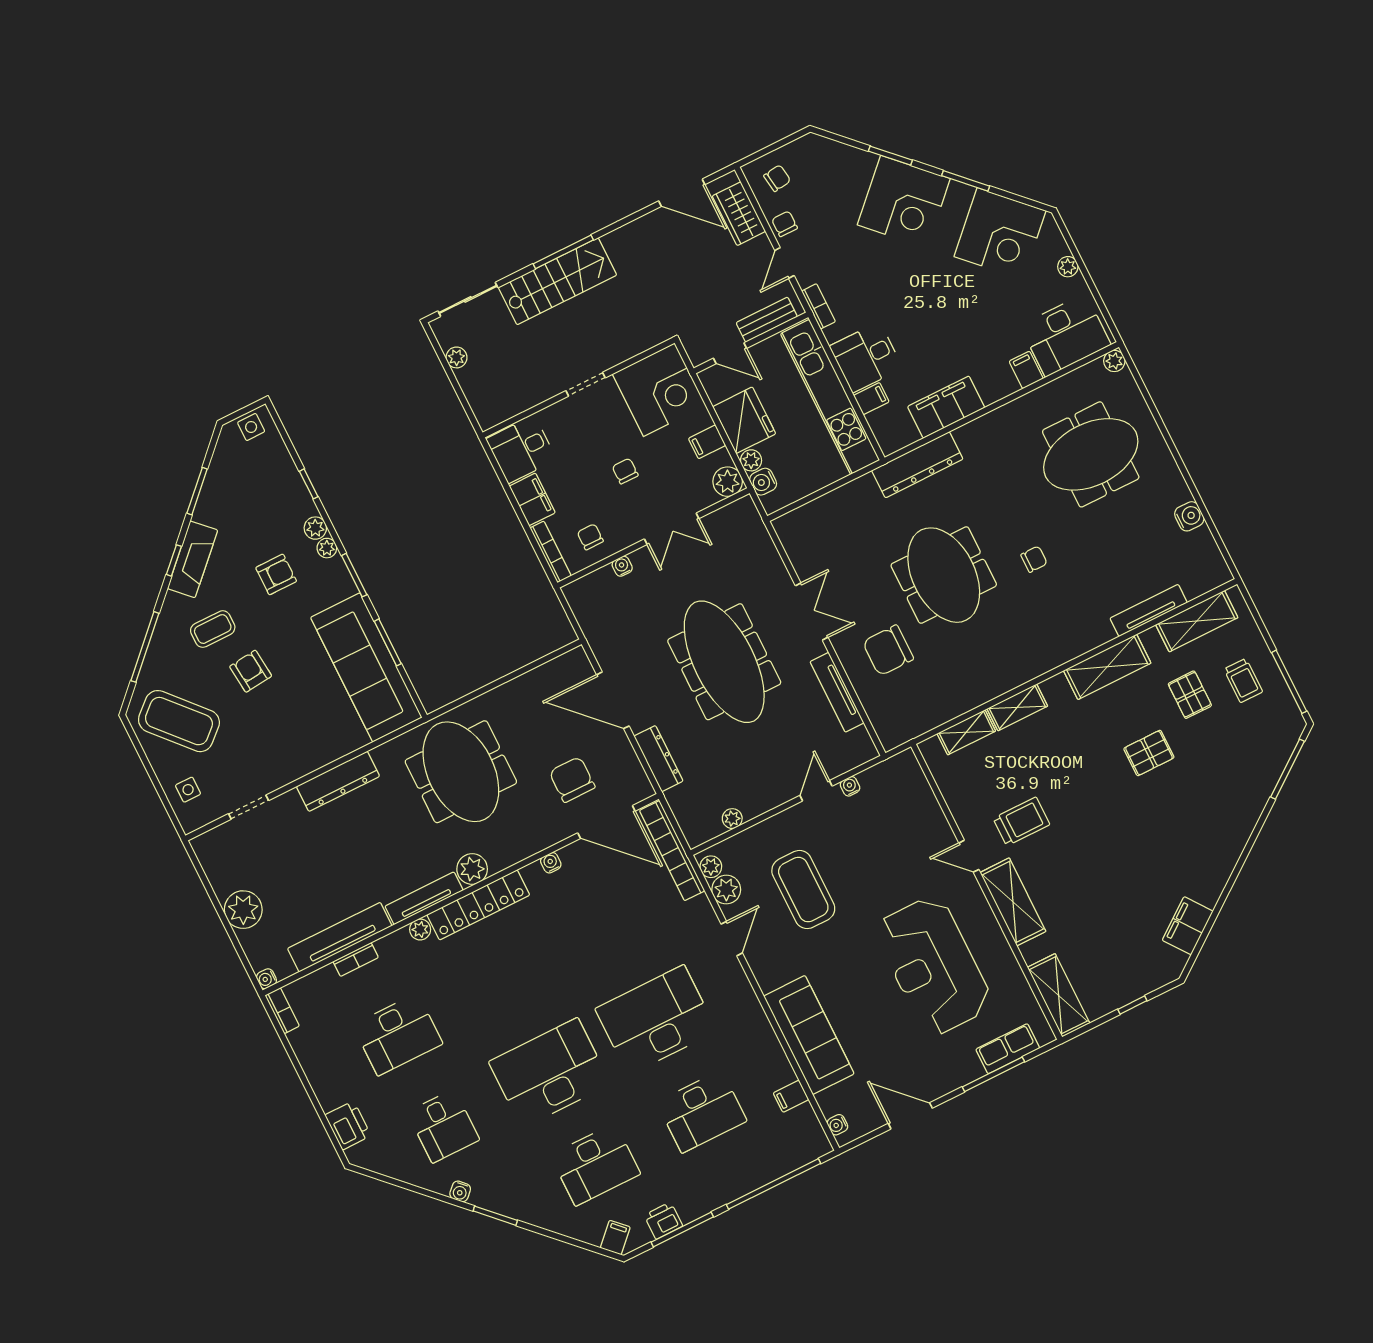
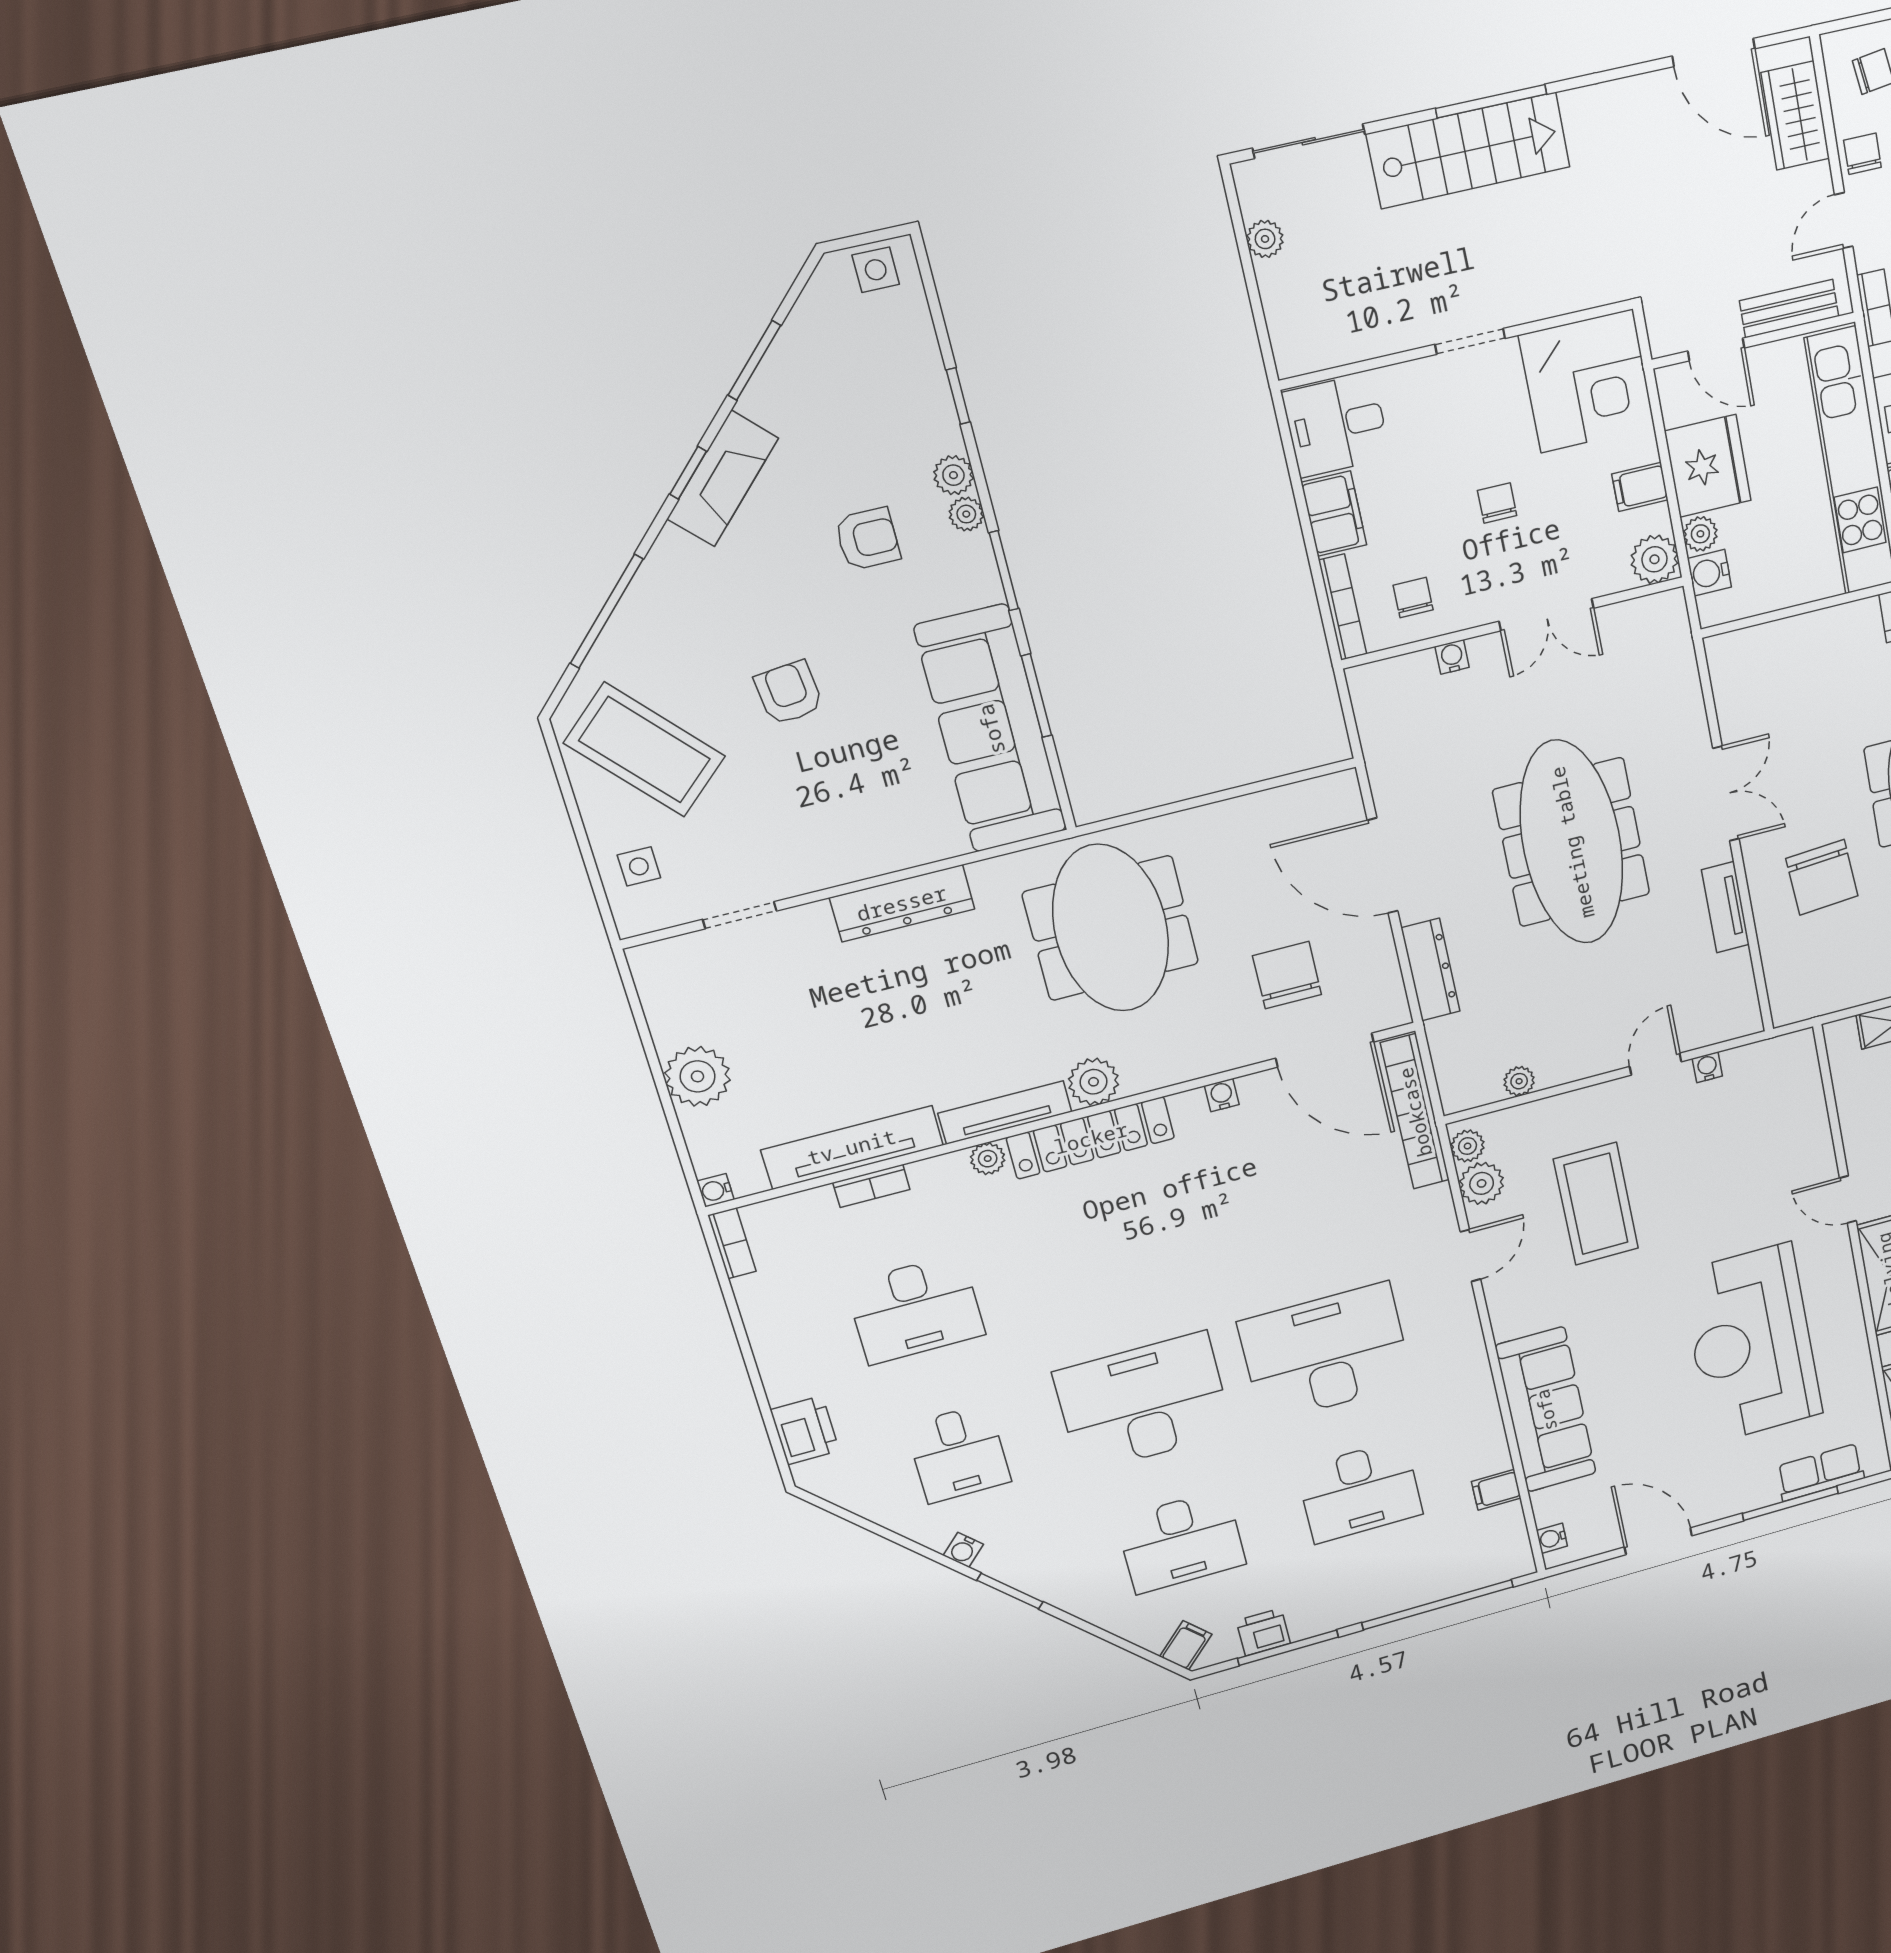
coffee table: (213, 629) -> (736, 607), removed
chair: (888, 650) -> (1822, 877), turned -94
tv unit: (837, 692) -> (1725, 907), width x0.71

